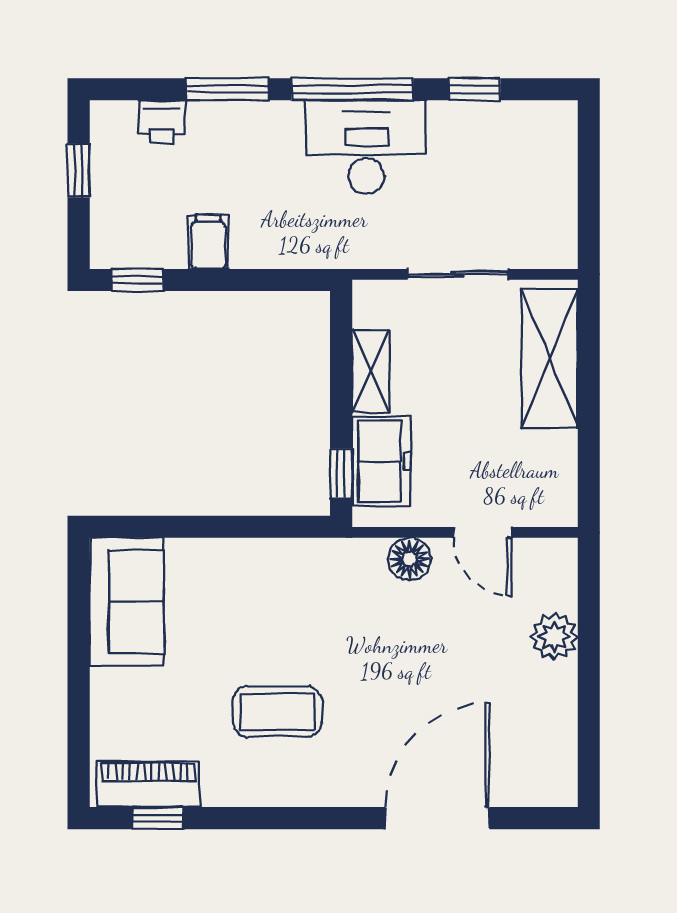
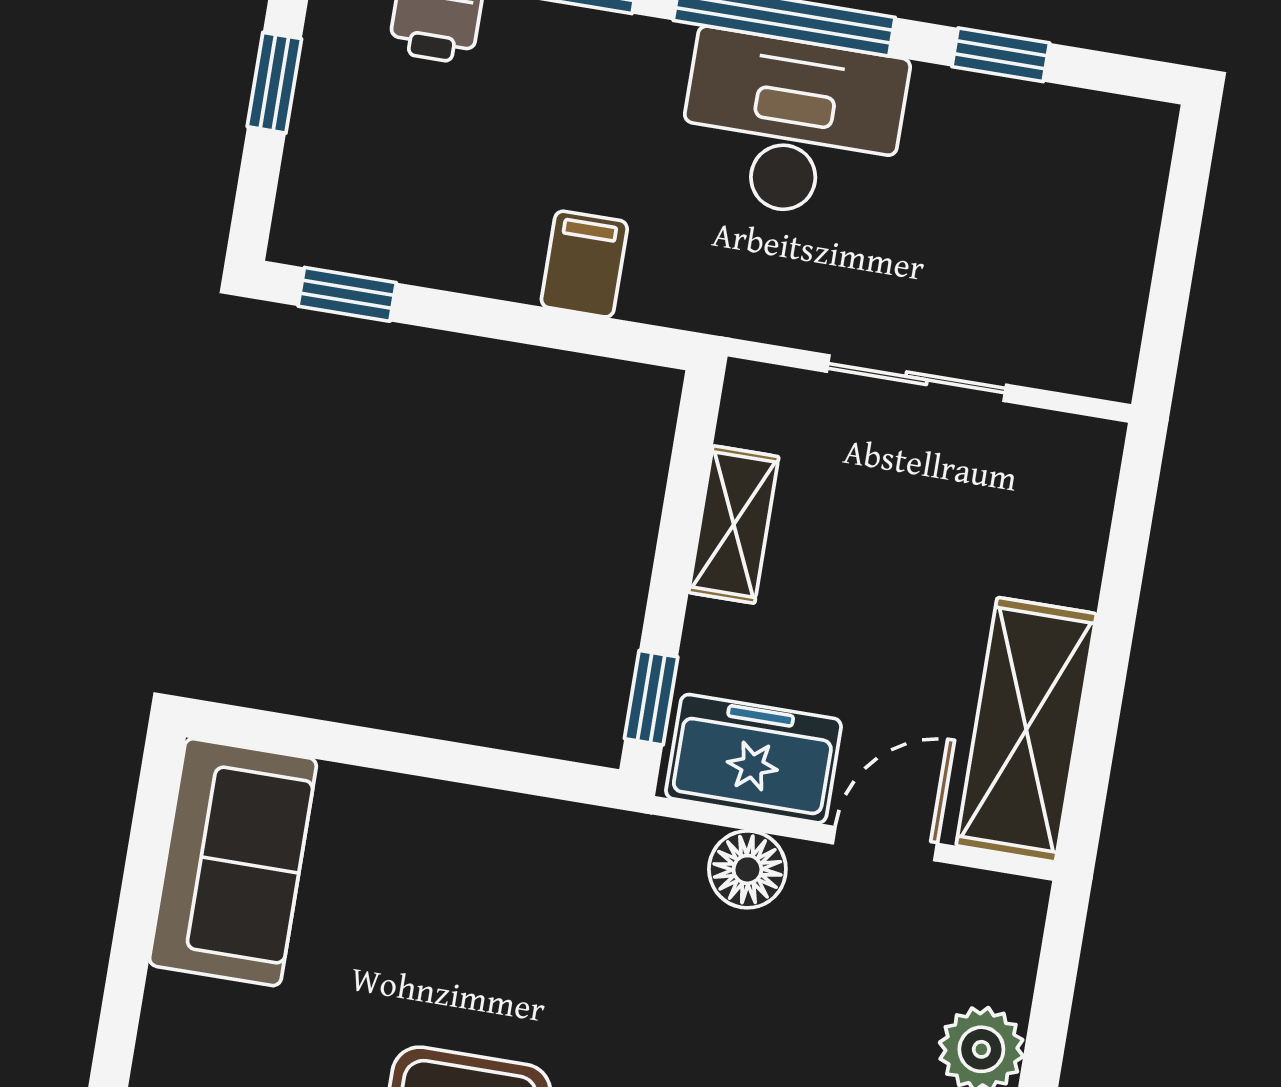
filing cabinet: (208, 242) -> (584, 264), moved
shelving: (550, 359) -> (1026, 730), moved
freezer: (381, 461) -> (754, 759), moved, turned -90
door: (483, 532) -> (885, 844), swing flipped

